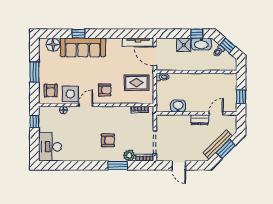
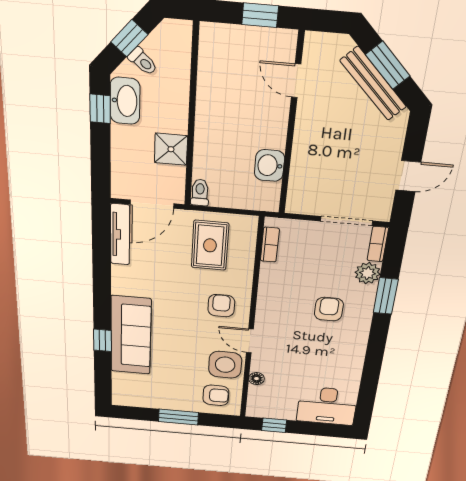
floor lamp: (53, 45) -> (125, 384), removed
shower: (184, 45) -> (171, 149), moved
dresser: (200, 120) -> (307, 120), removed

